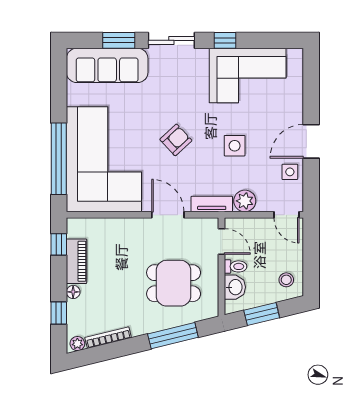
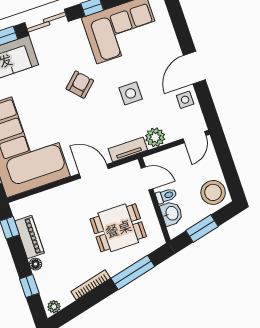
armchair: (176, 140) -> (80, 85), moved
door: (286, 215) -> (195, 137), hinge flipped
stool: (286, 280) -> (213, 192), width x1.89, depth x1.89
bookcase: (108, 338) -> (91, 285), moved

